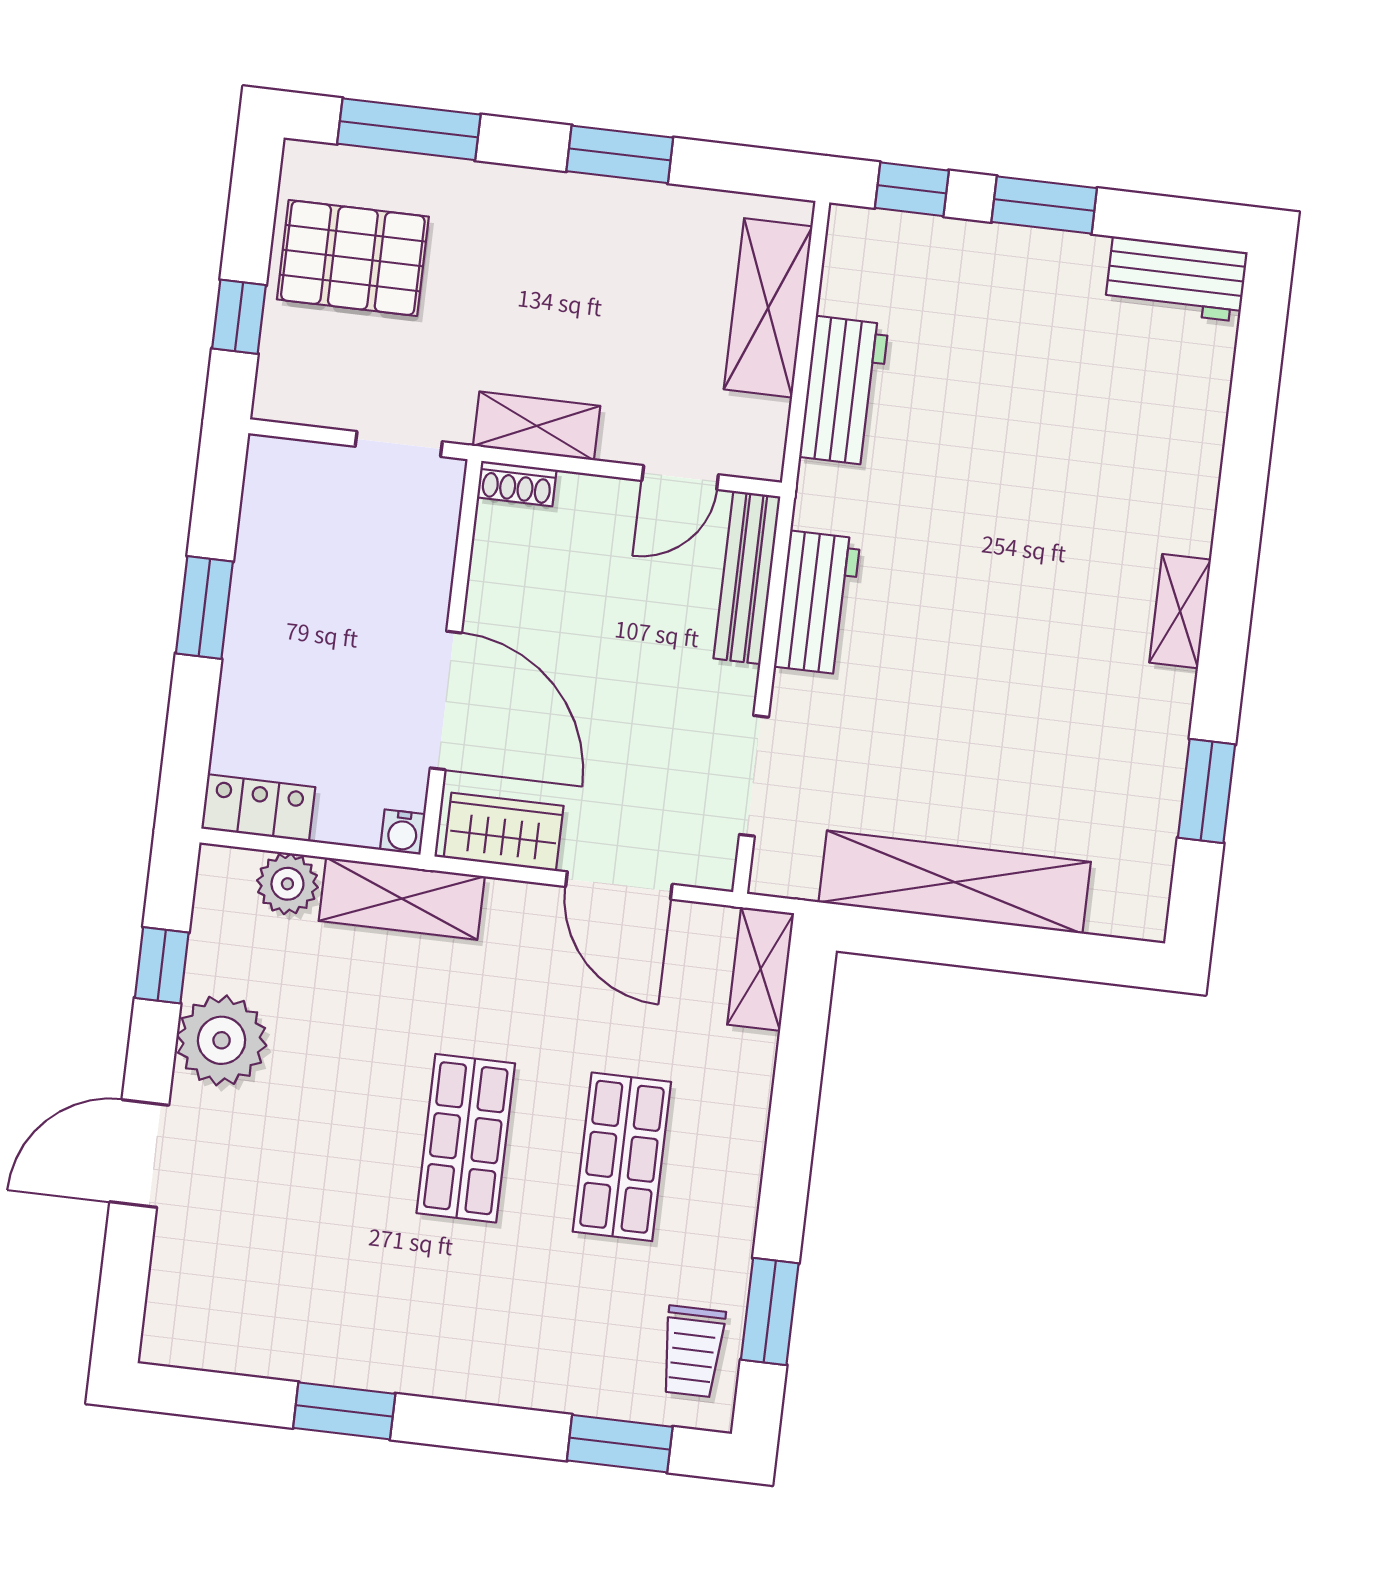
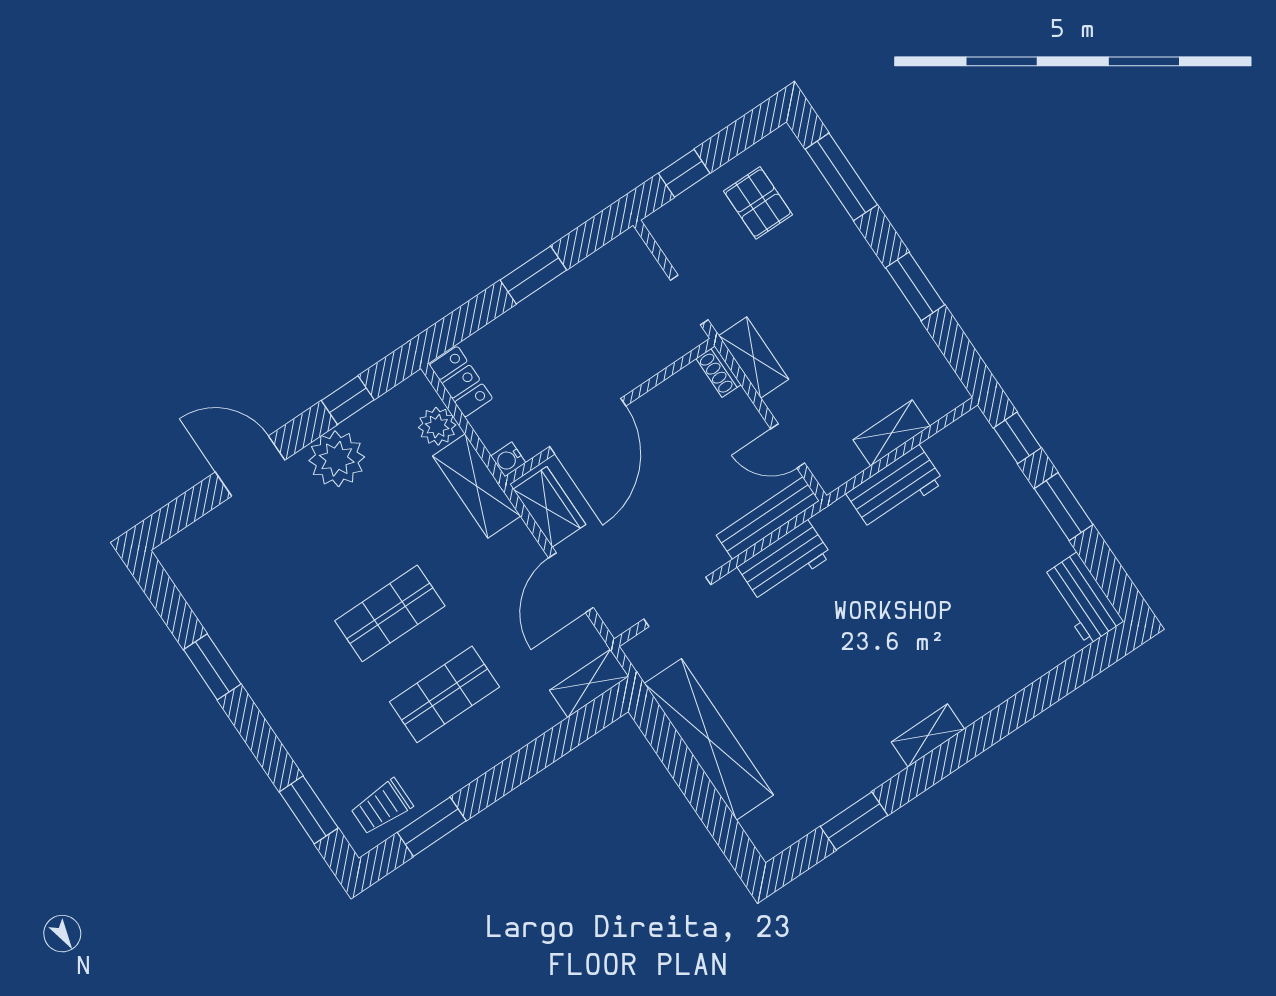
pallet: (353, 258) -> (758, 203), width x0.67, depth x0.71
shelving: (768, 308) -> (891, 433), width x0.67, depth x0.75

